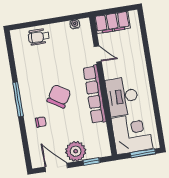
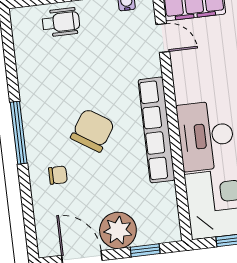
wheelchair: (39, 37) -> (61, 22), turned 180
door: (98, 54) -> (163, 38), moved

